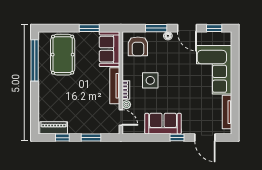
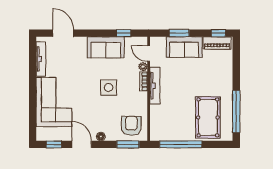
window: (89, 28) -> (181, 144), width x2.11
window: (156, 28) -> (128, 144), moved
sofa: (110, 49) -> (184, 47), moved, turned 90
side table: (150, 80) -> (109, 87), moved
window: (62, 138) -> (218, 33), moved
window: (177, 138) -> (124, 33), moved

